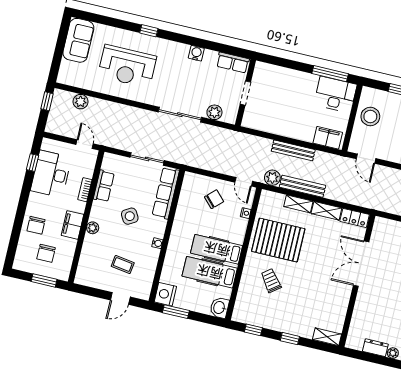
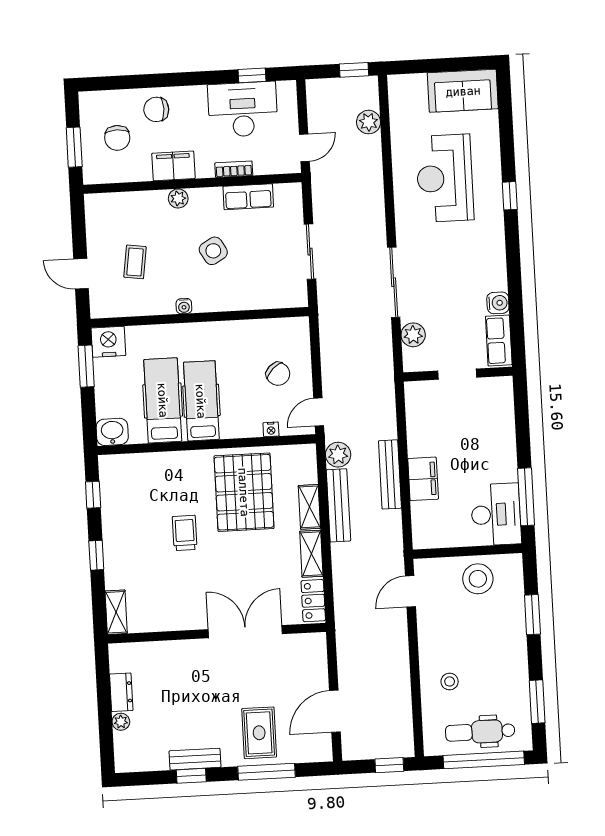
water cooler: (196, 53) -> (498, 303), moved
filing cabinet: (328, 138) -> (423, 479), moved
row of seats: (166, 193) -> (266, 296), removed
chair: (46, 253) -> (117, 138), turned -90
trolley: (271, 281) -> (185, 533), moved, turned -53

